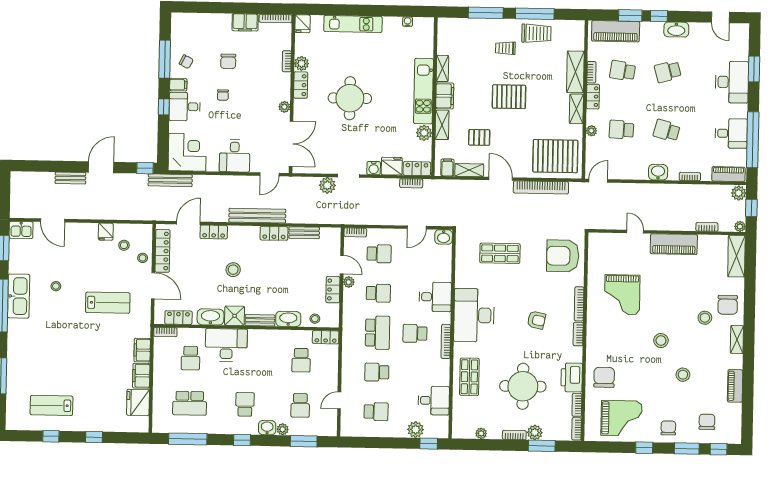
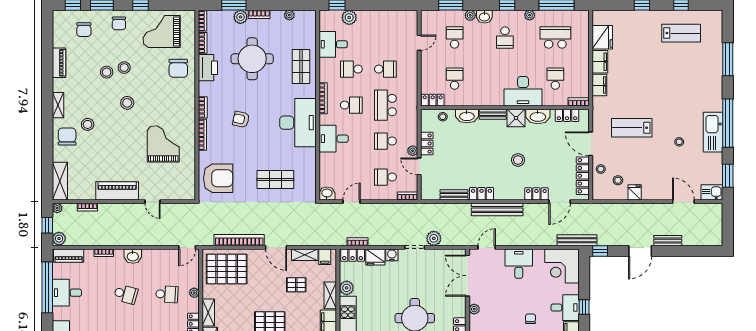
stool: (663, 379) -> (124, 68), added
school desk: (376, 412) -> (351, 69), moved
plant: (217, 428) -> (530, 15), added

